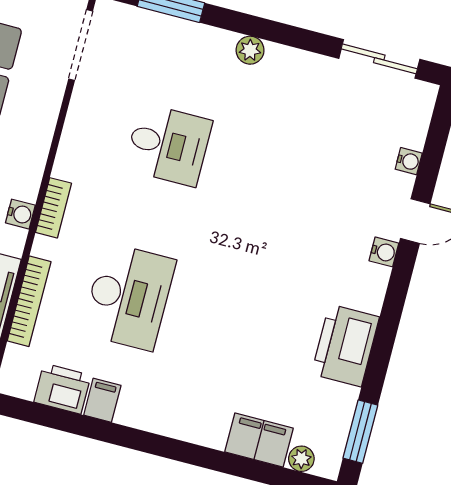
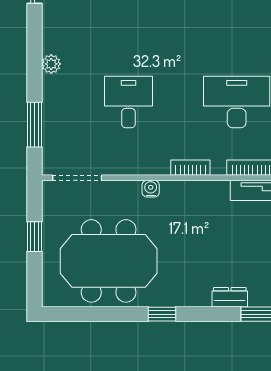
water cooler: (20, 214) -> (151, 189), moved

